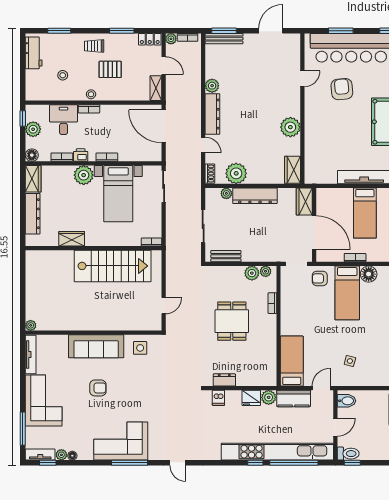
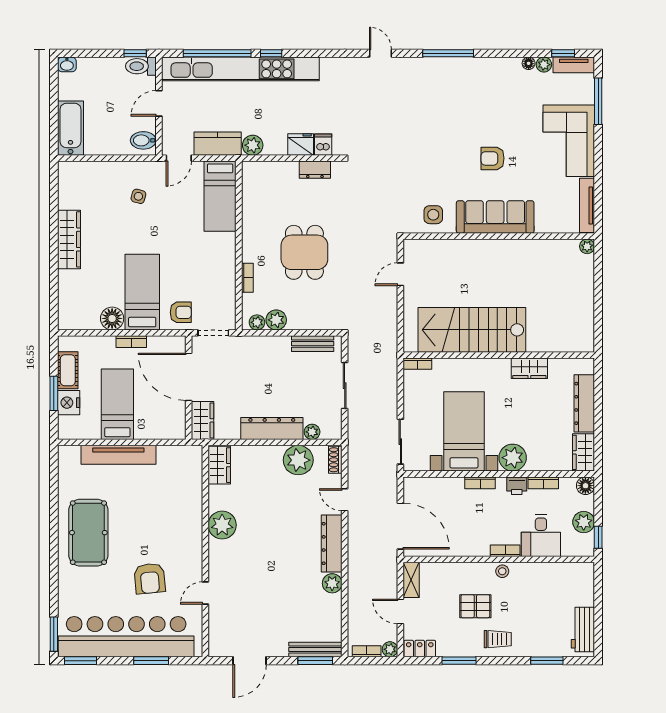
stool: (63, 75) -> (542, 598), removed
fridge: (251, 398) -> (301, 144), moved
corner sofa: (121, 441) -> (461, 84), removed

